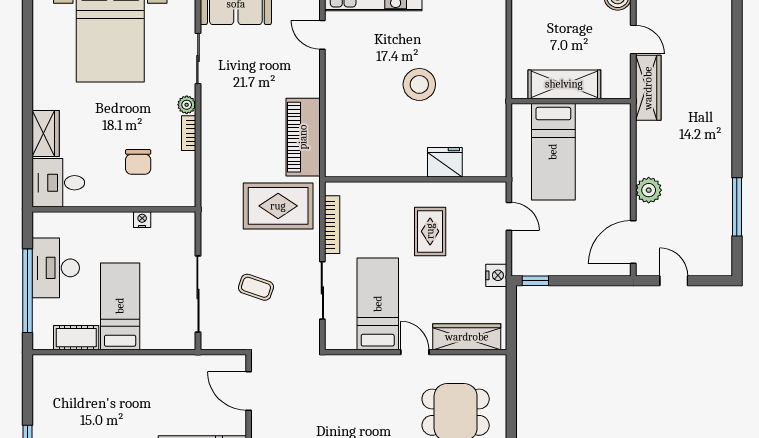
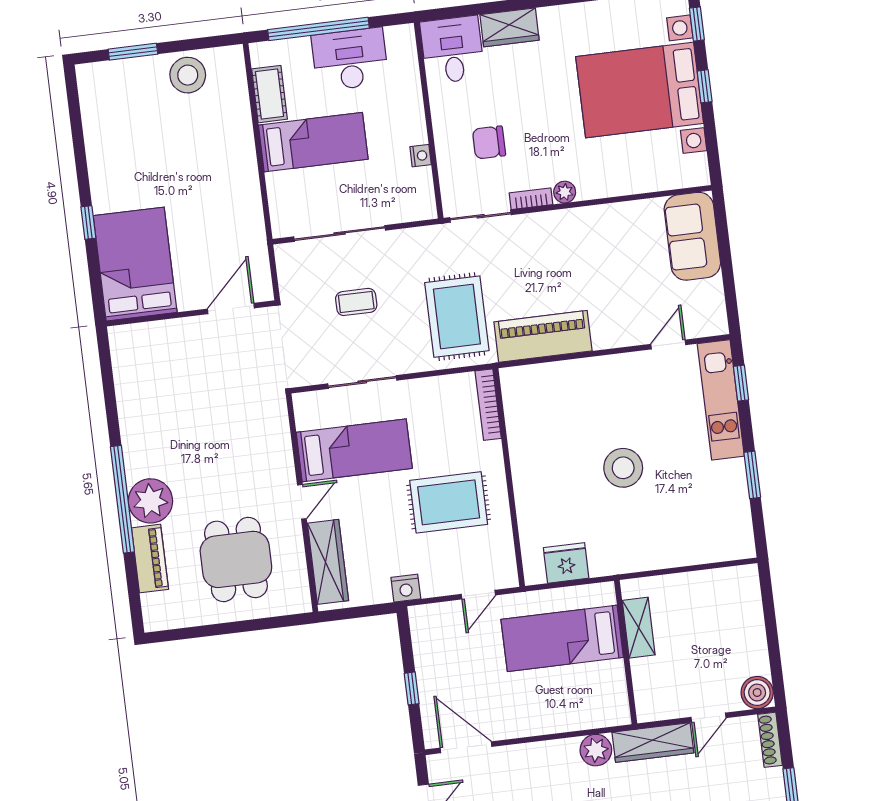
sliding door: (198, 59) -> (481, 216), moved
shelving: (564, 84) -> (639, 628), width x0.67, depth x0.75
fridge: (445, 162) -> (566, 563), moved, turned -90
plant: (649, 190) -> (596, 750), moved
bookcase: (332, 225) -> (488, 405), moved, turned 90
rug: (430, 231) -> (449, 502), width x1.36, depth x1.43
window: (535, 281) -> (412, 688), moved
coffee table: (256, 287) -> (356, 302), turned 71
stool: (52, 403) -> (188, 75), added

